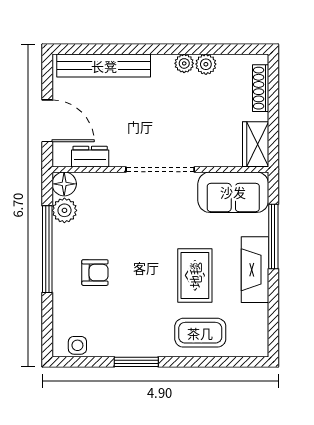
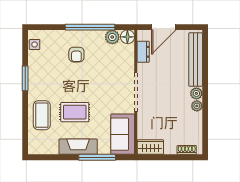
plant: (206, 64) -> (196, 93), moved
shoe rack: (261, 88) -> (187, 150), width x0.70

